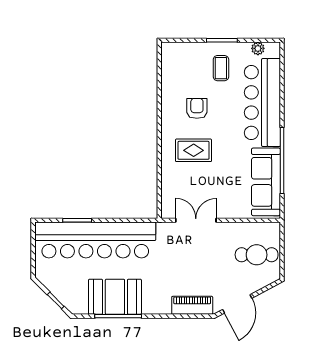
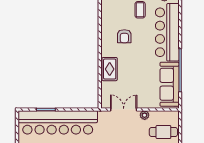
armchair: (197, 108) -> (124, 36), turned 180
rug: (194, 150) -> (110, 69), moved, turned 90
plant: (228, 229) -> (145, 115), added

